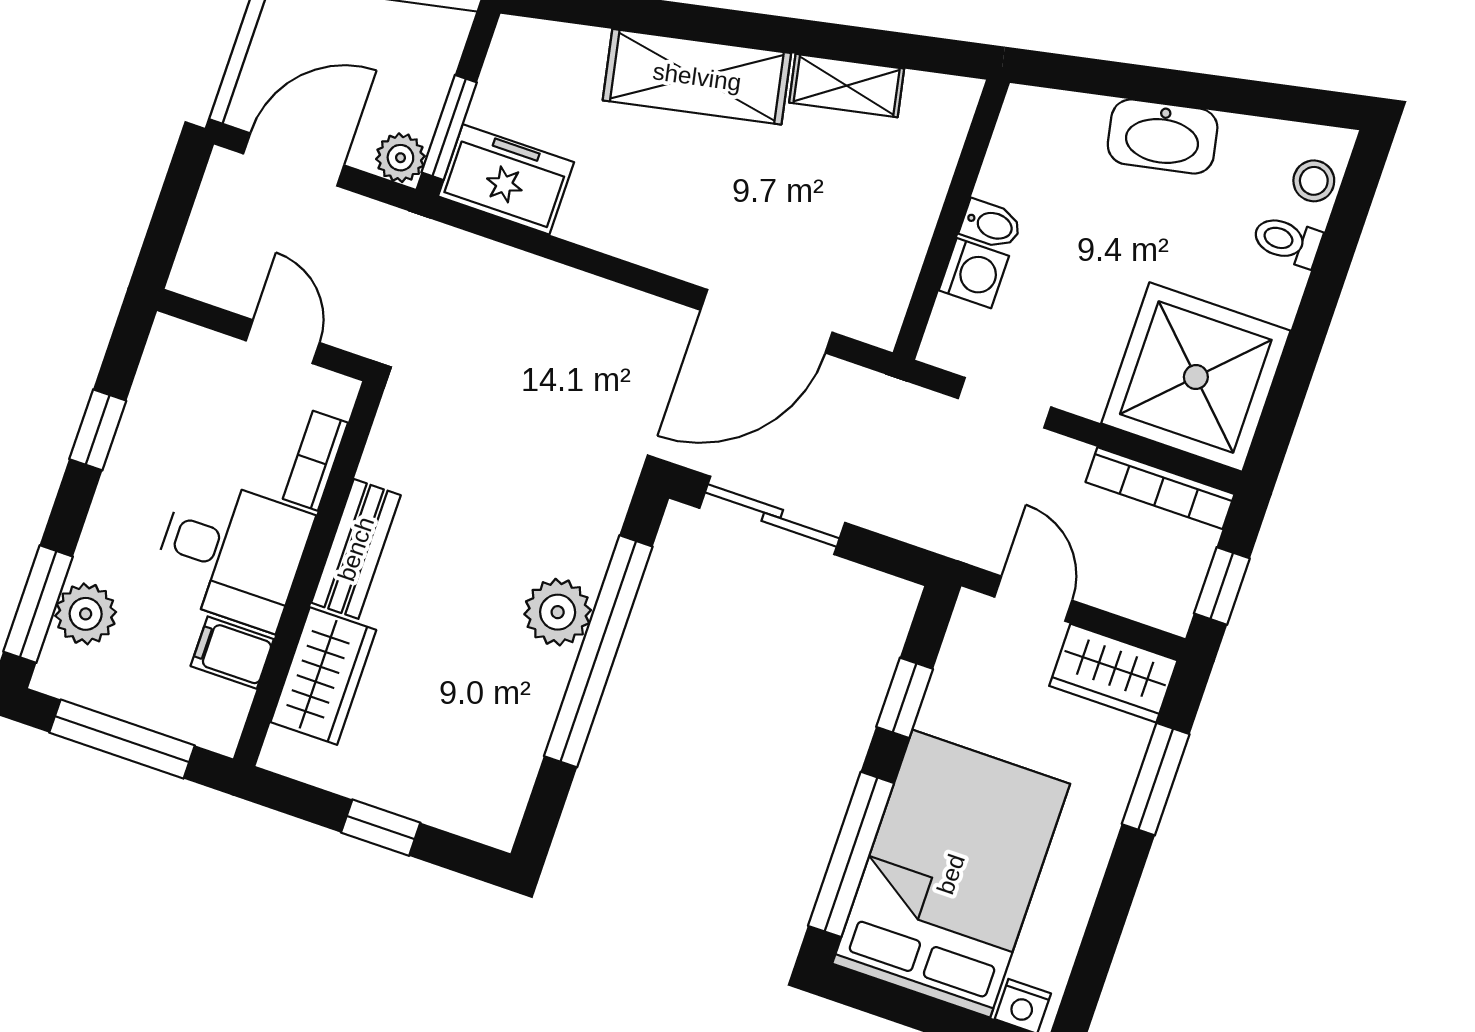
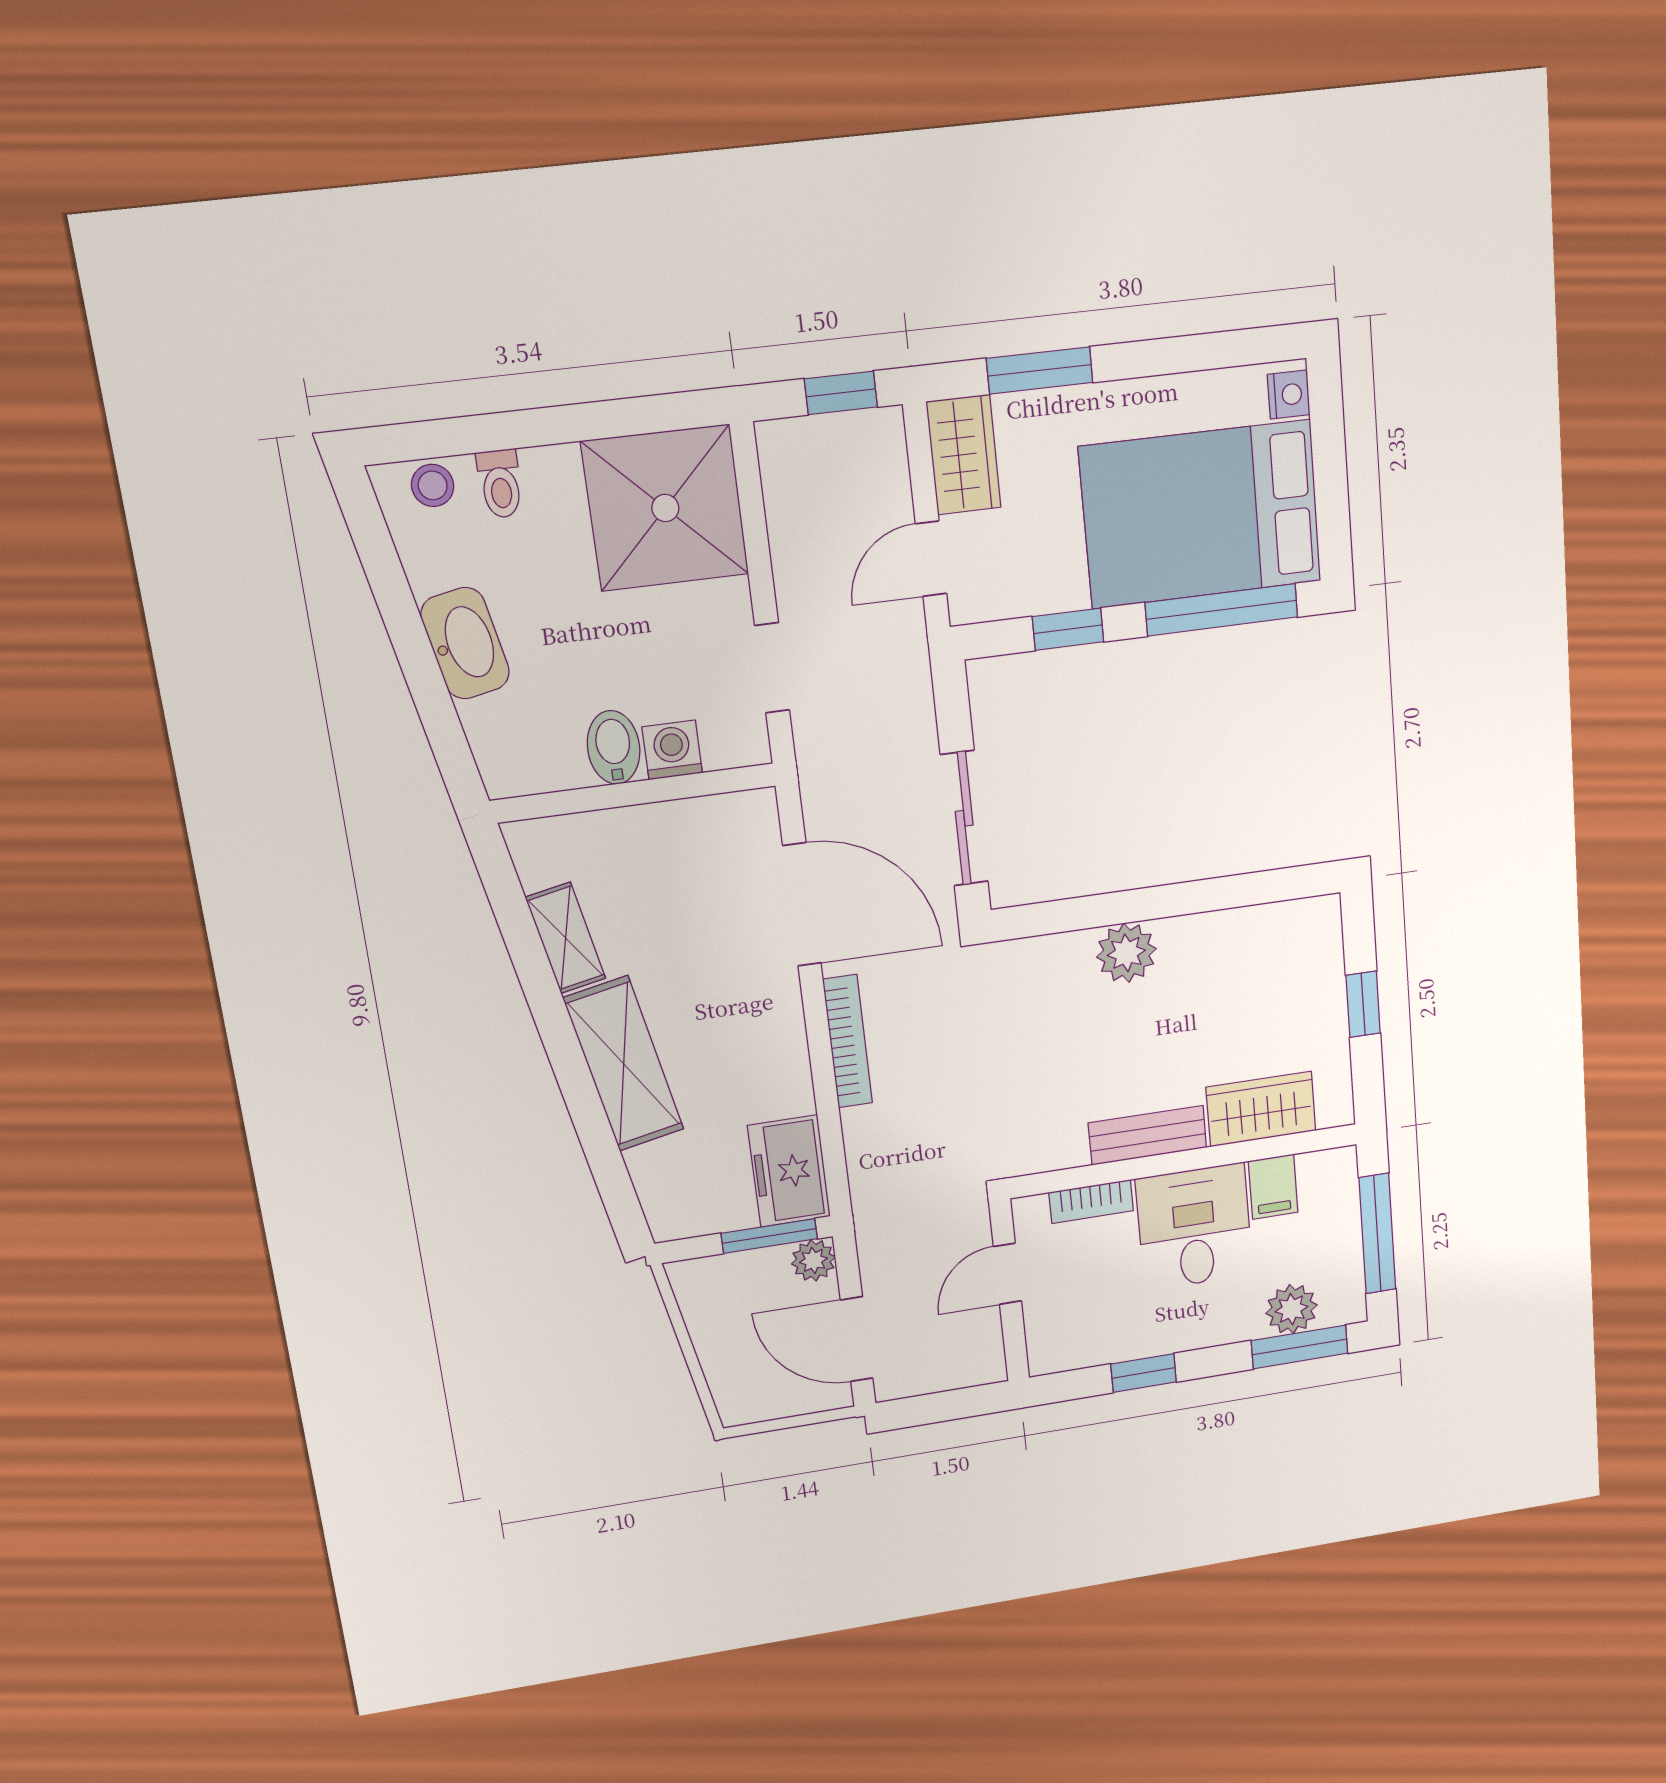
bidet: (991, 225) -> (614, 747), width x1.38, depth x1.36
bookcase: (1160, 488) -> (848, 1041), moved
window: (598, 651) -> (1144, 904), removed

